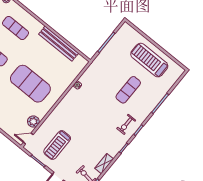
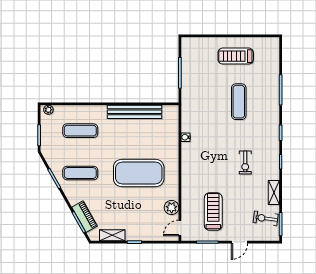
treadmill: (149, 60) -> (236, 56), width x0.73, depth x0.73
exercise bike: (126, 124) -> (245, 163), moved
treadmill: (57, 145) -> (213, 212), turned 180

